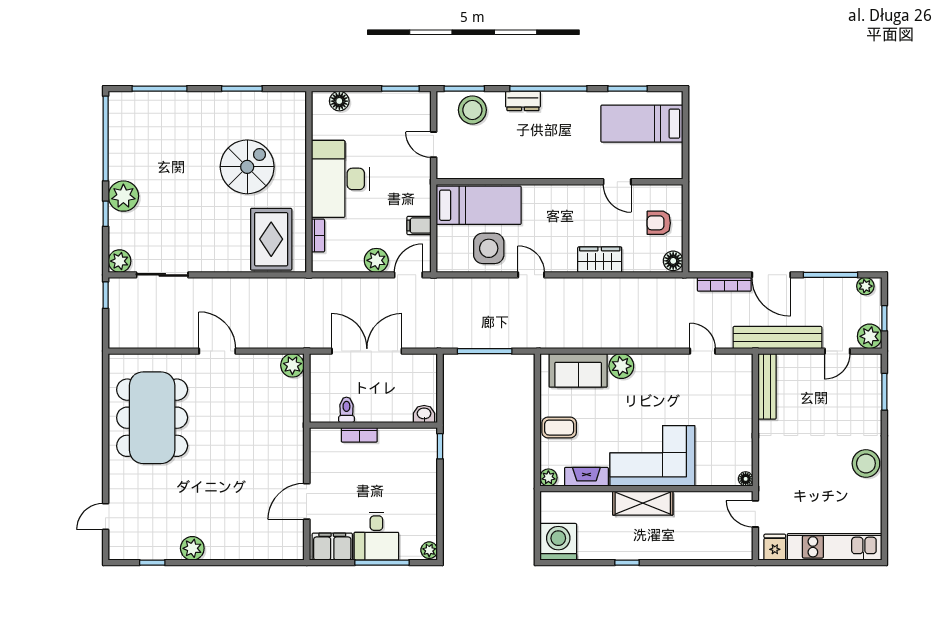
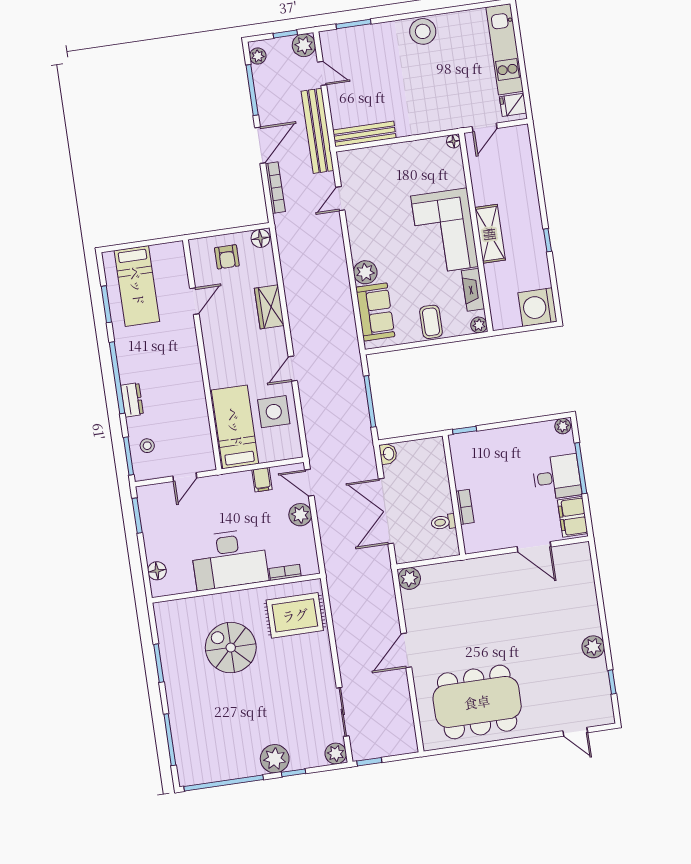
stool: (472, 110) -> (147, 446), width x0.53, depth x0.53
washbasin: (424, 414) -> (388, 454), moved, turned 180

